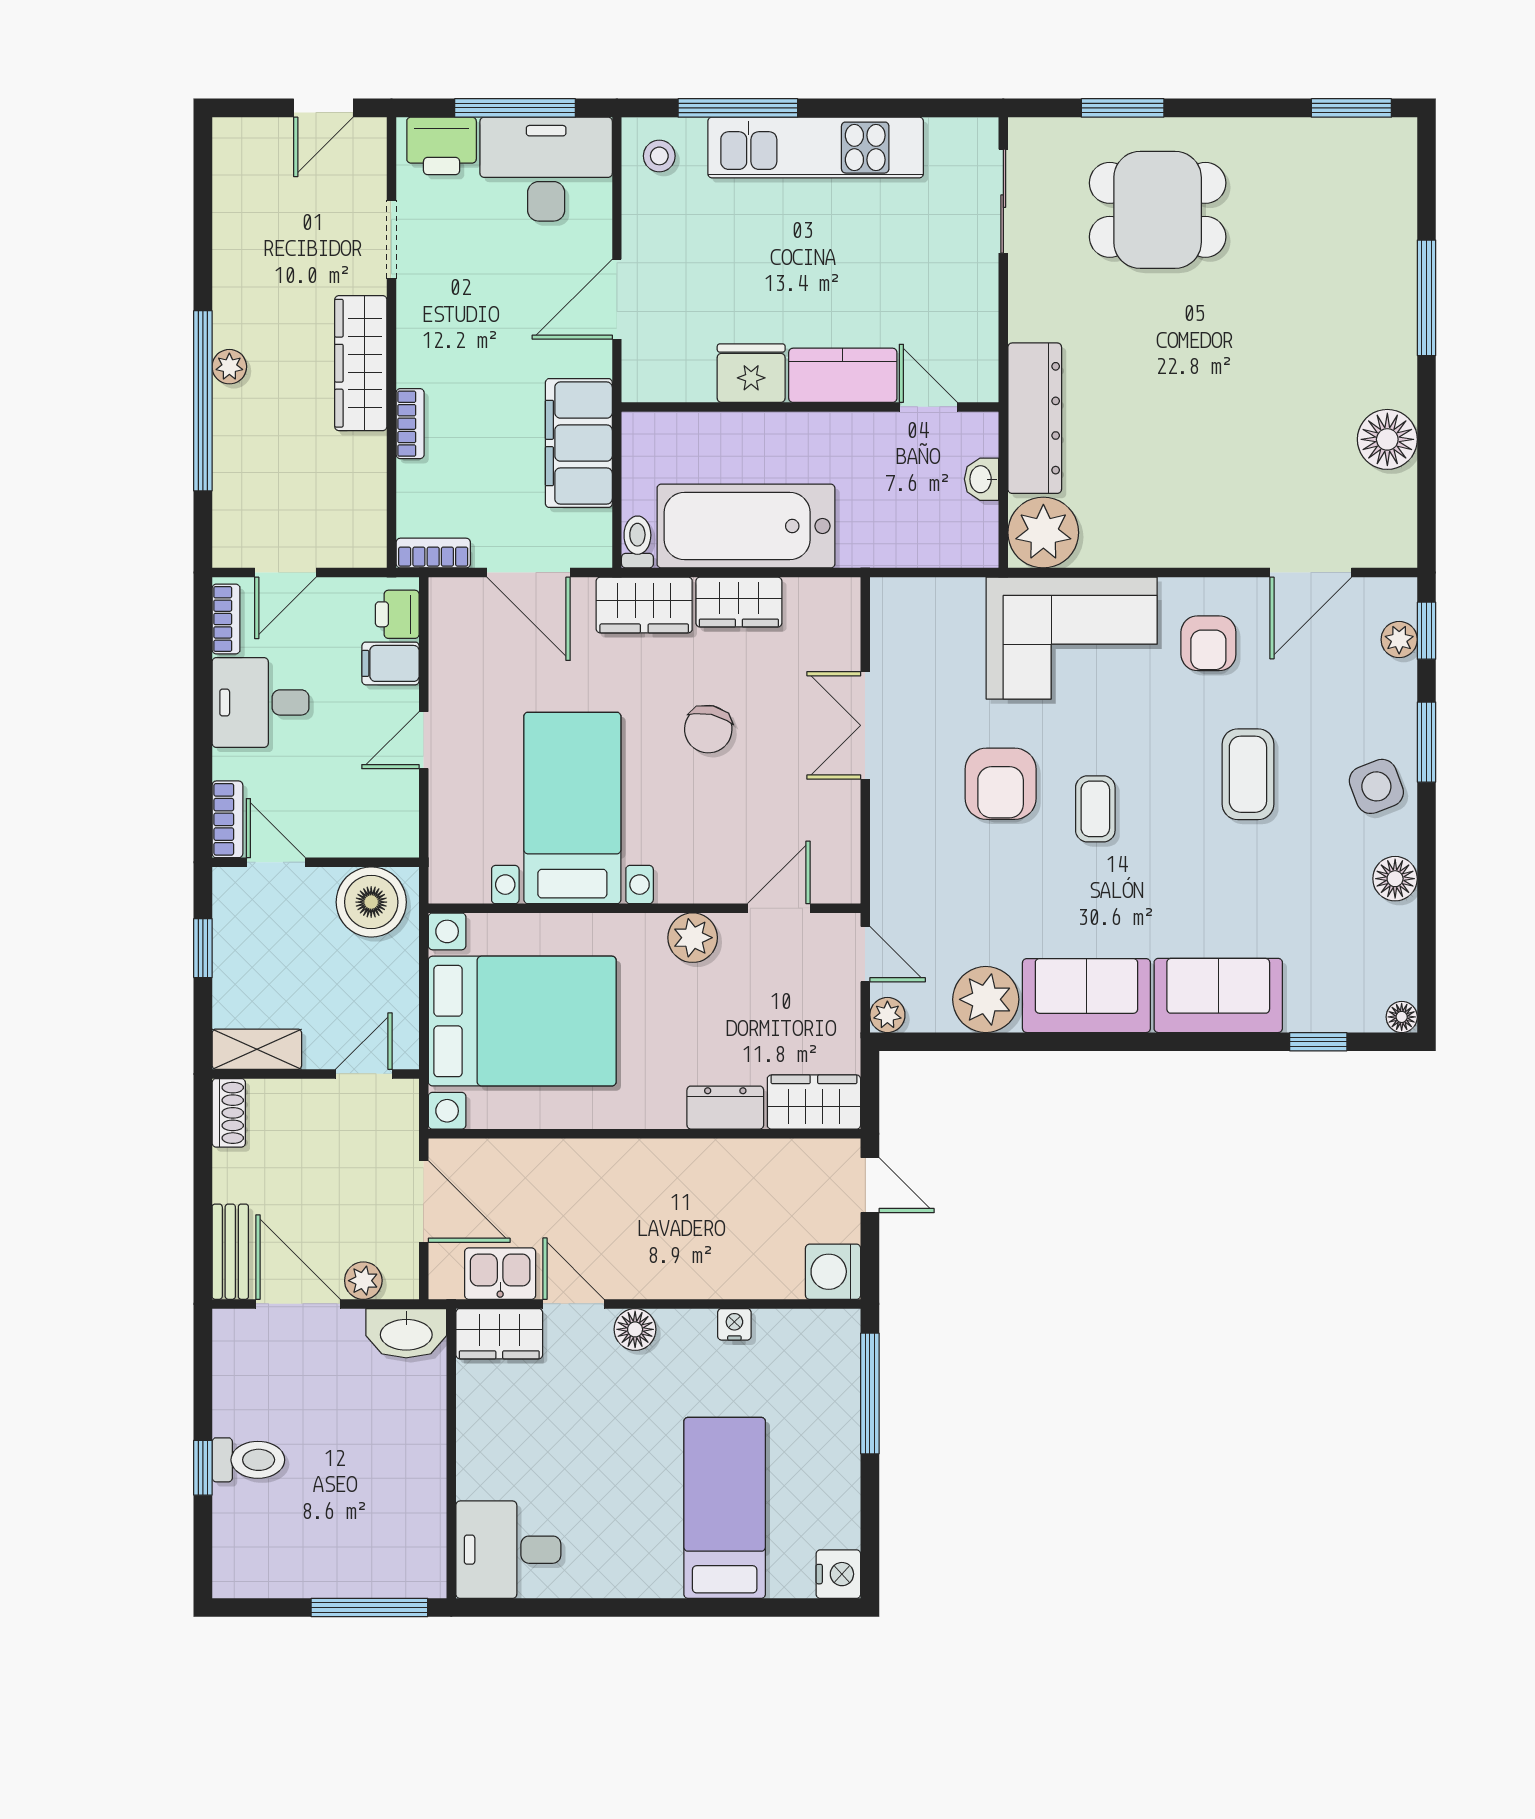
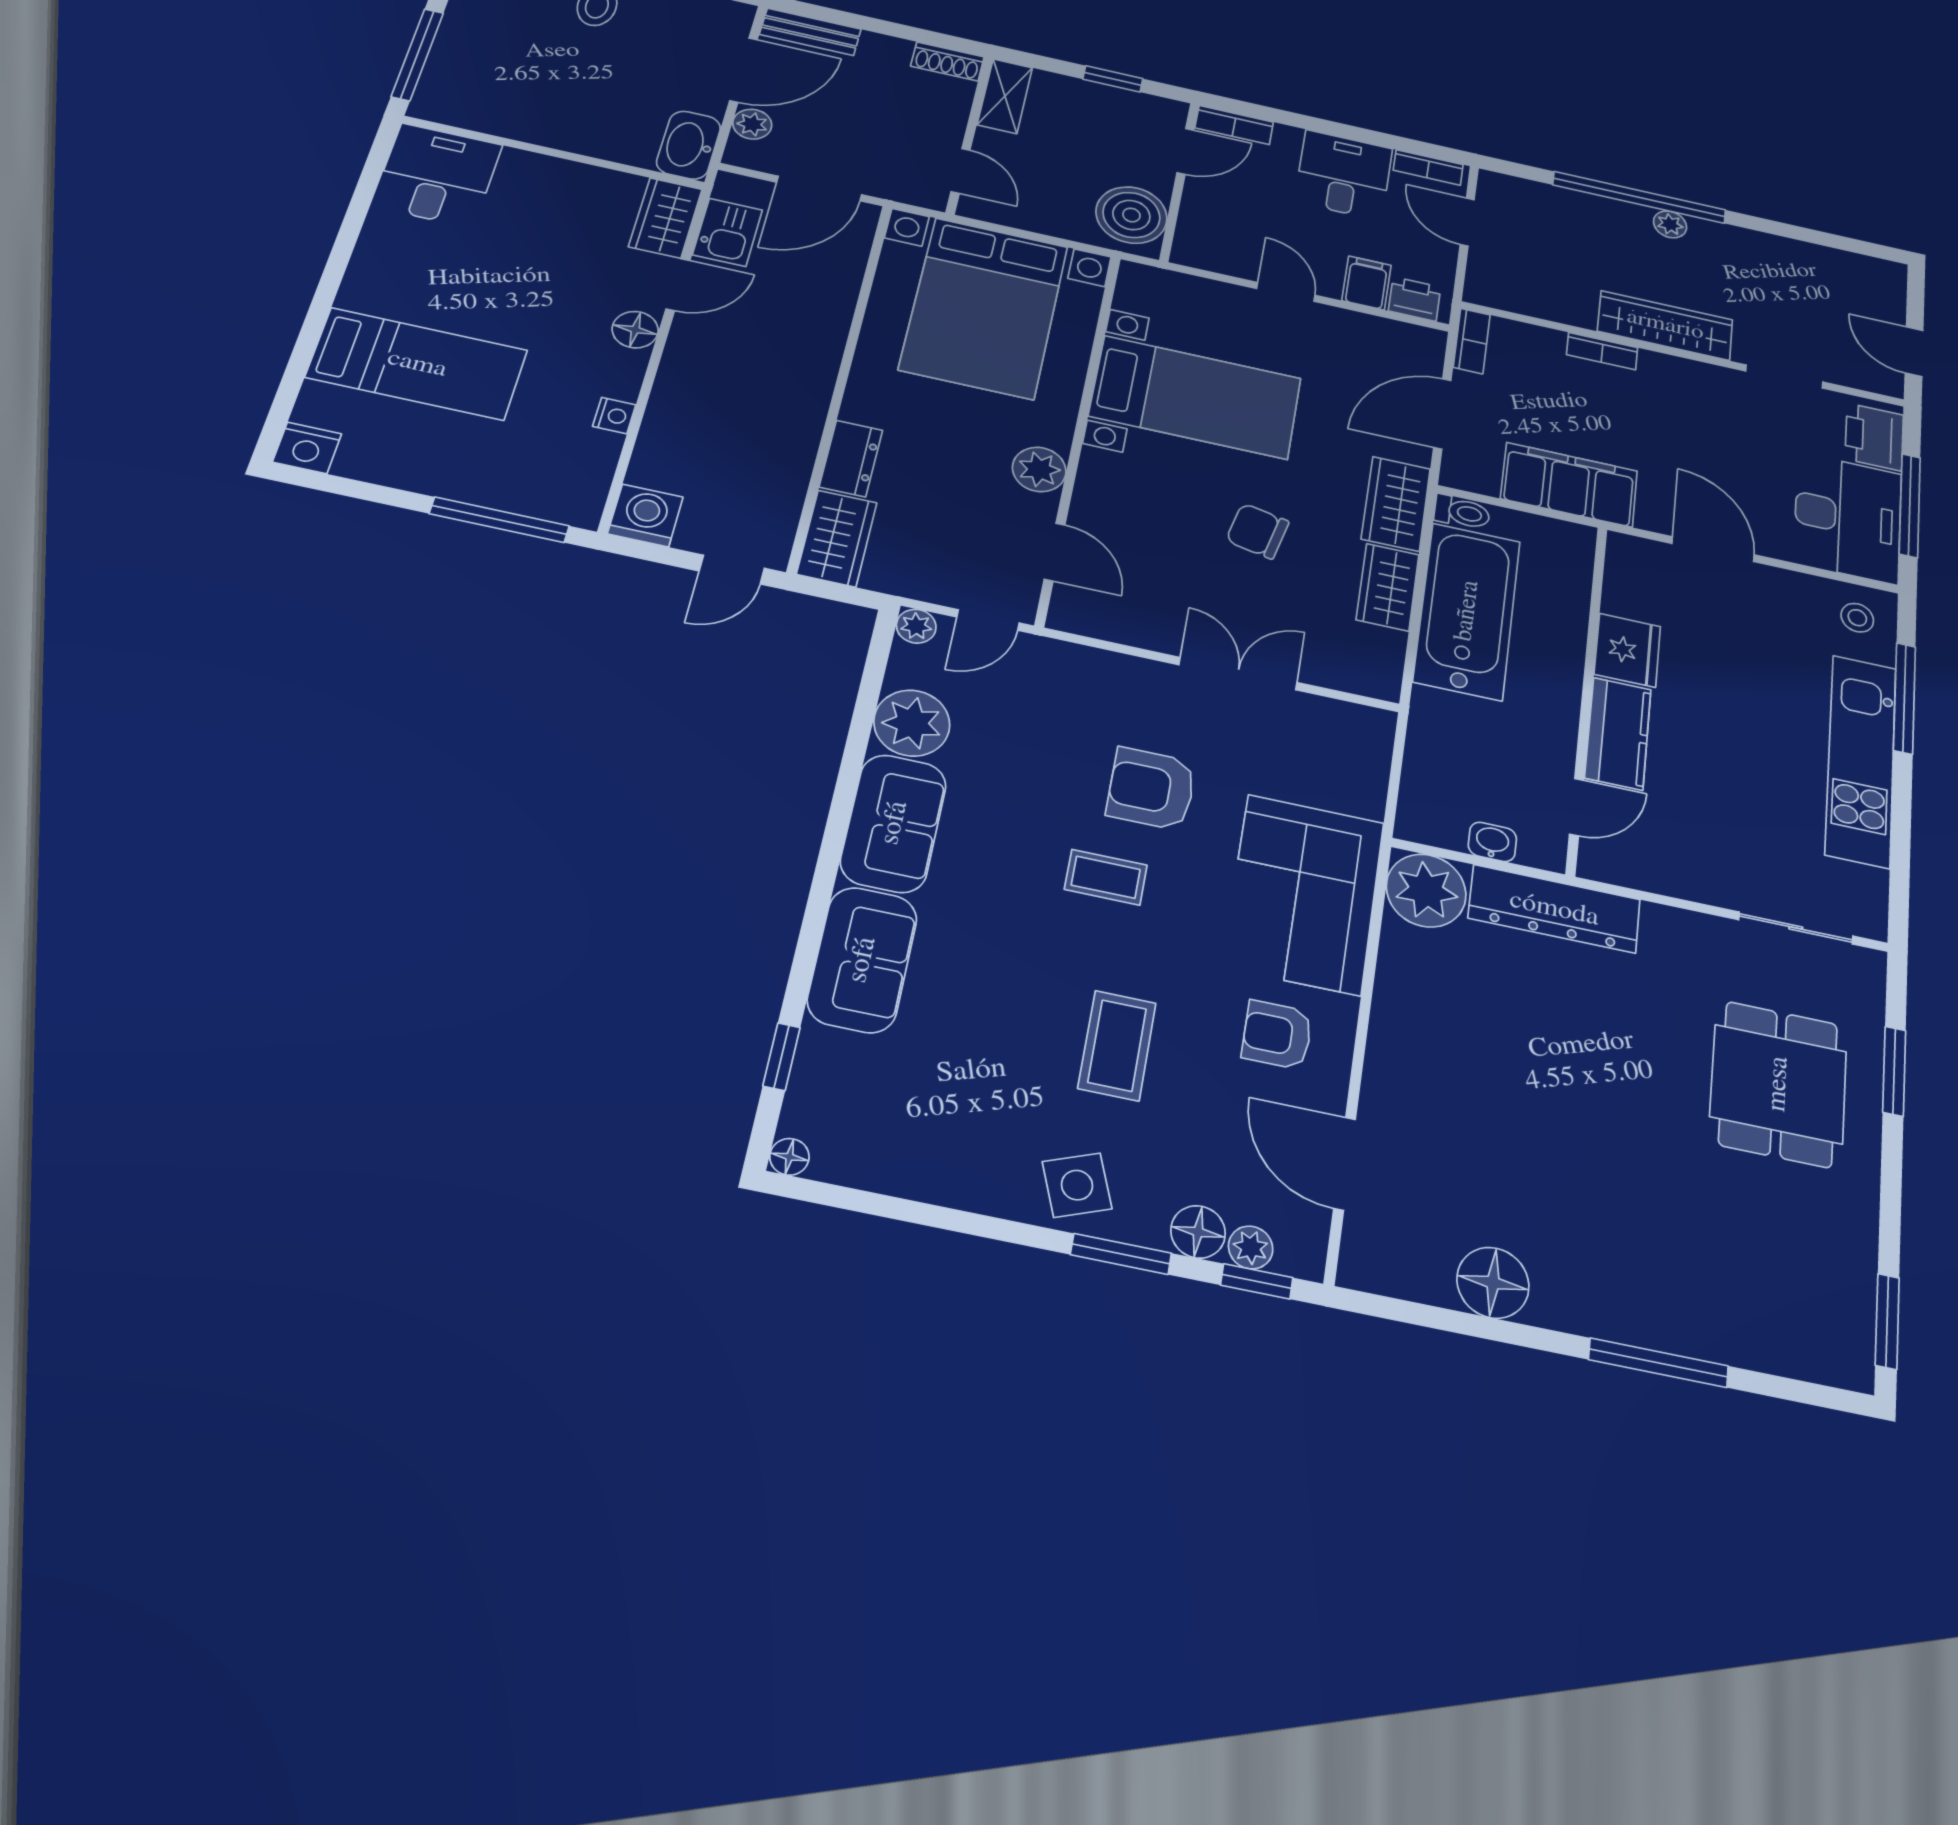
coffee table: (1248, 774) -> (1117, 1046), turned 90
floor lamp: (1395, 879) -> (1198, 1232), moved

